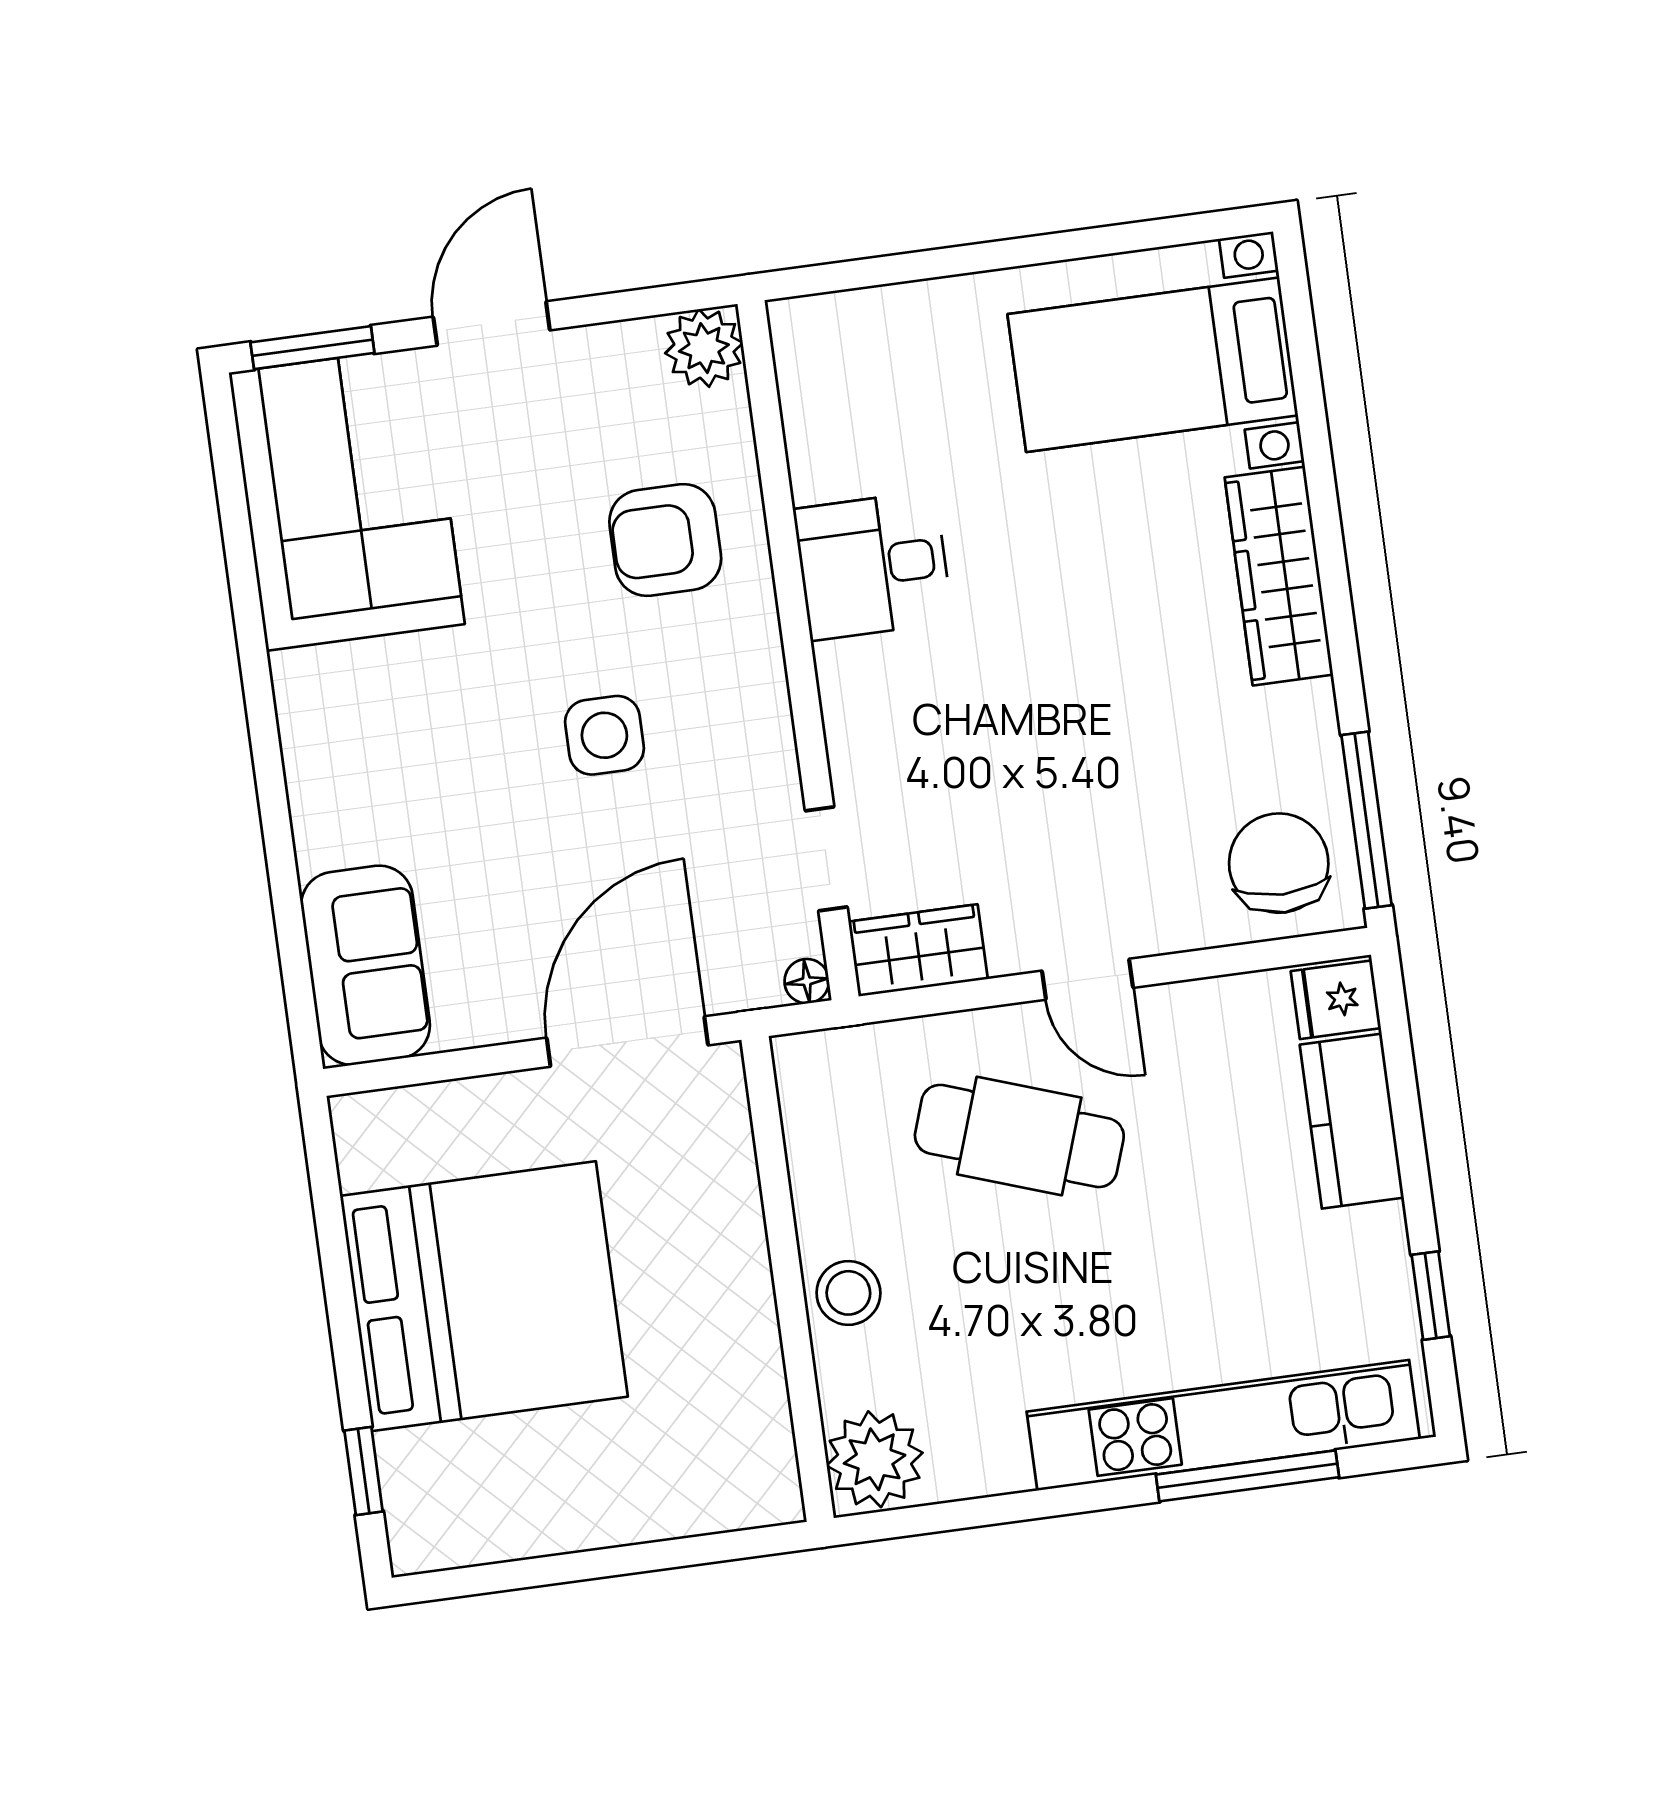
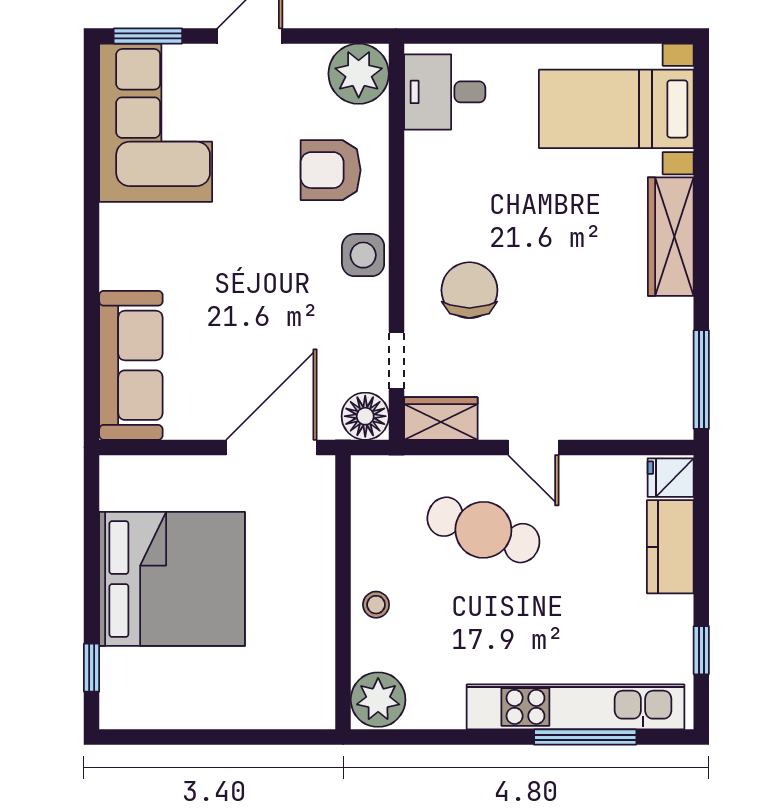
plant: (704, 348) -> (359, 74), width x1.36, depth x1.36
desk: (873, 566) -> (445, 92), moved
side table: (604, 735) -> (363, 255), moved
chair: (1279, 863) -> (469, 290), moved
sofa: (365, 965) -> (131, 365), width x1.36
floor lamp: (807, 981) -> (365, 416), width x1.89, depth x1.89
stool: (848, 1293) -> (376, 605), width x0.73, depth x0.73

